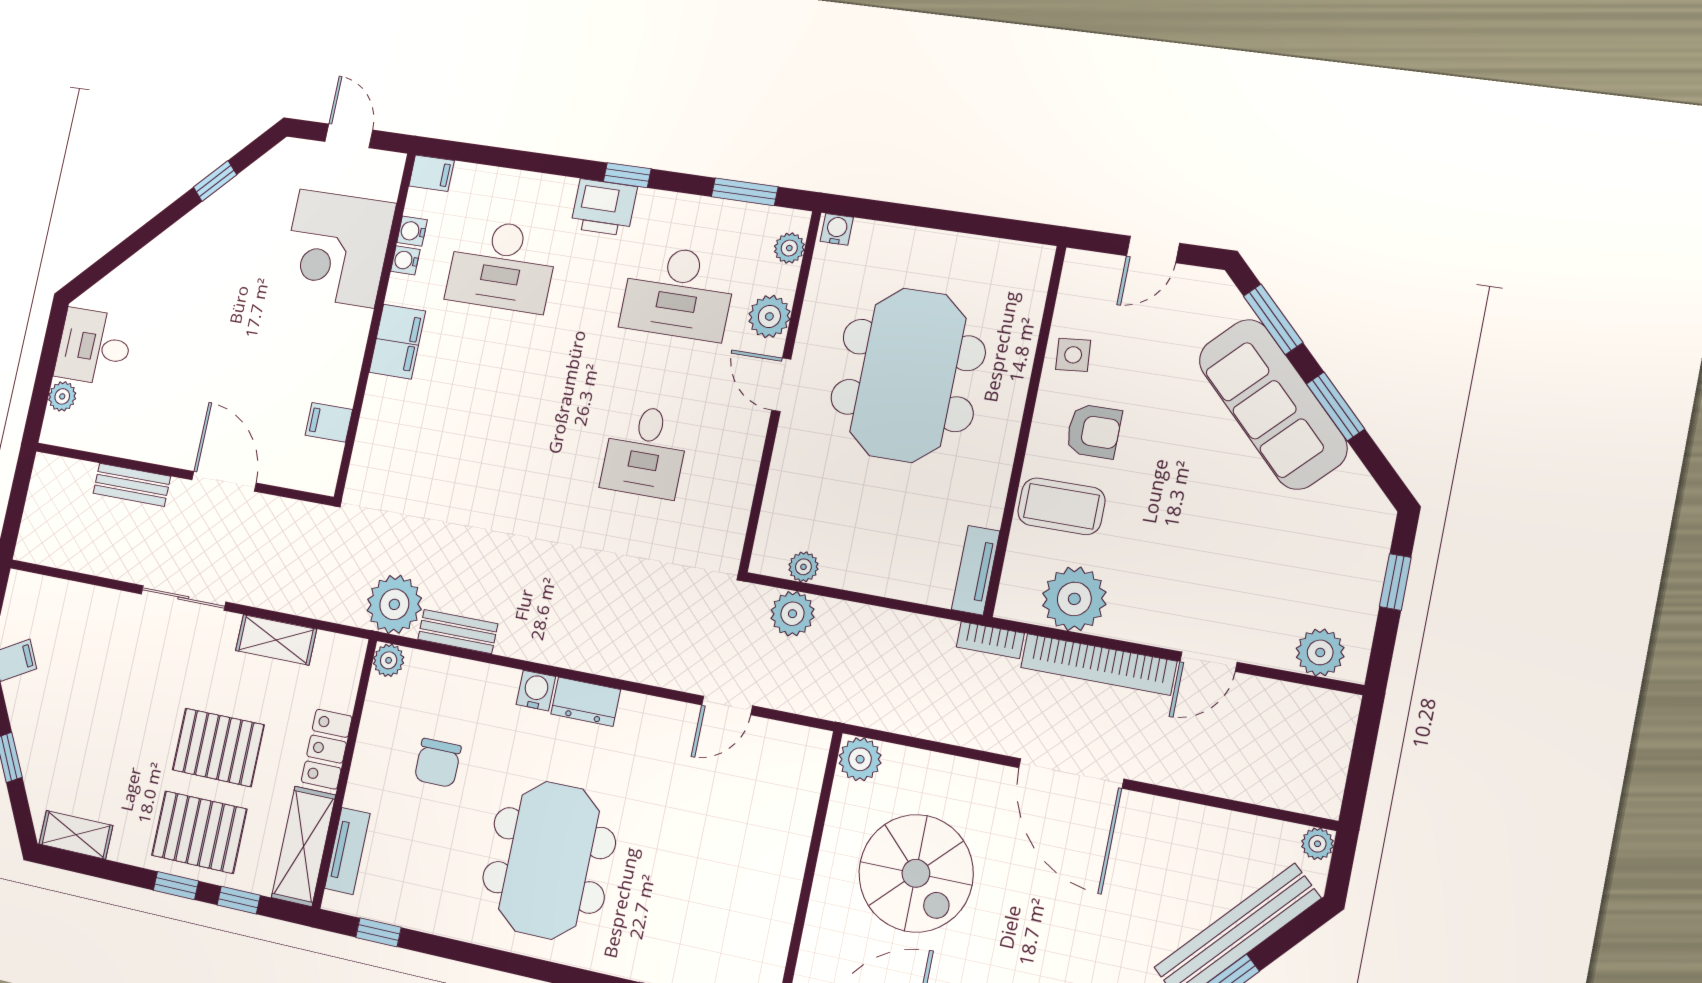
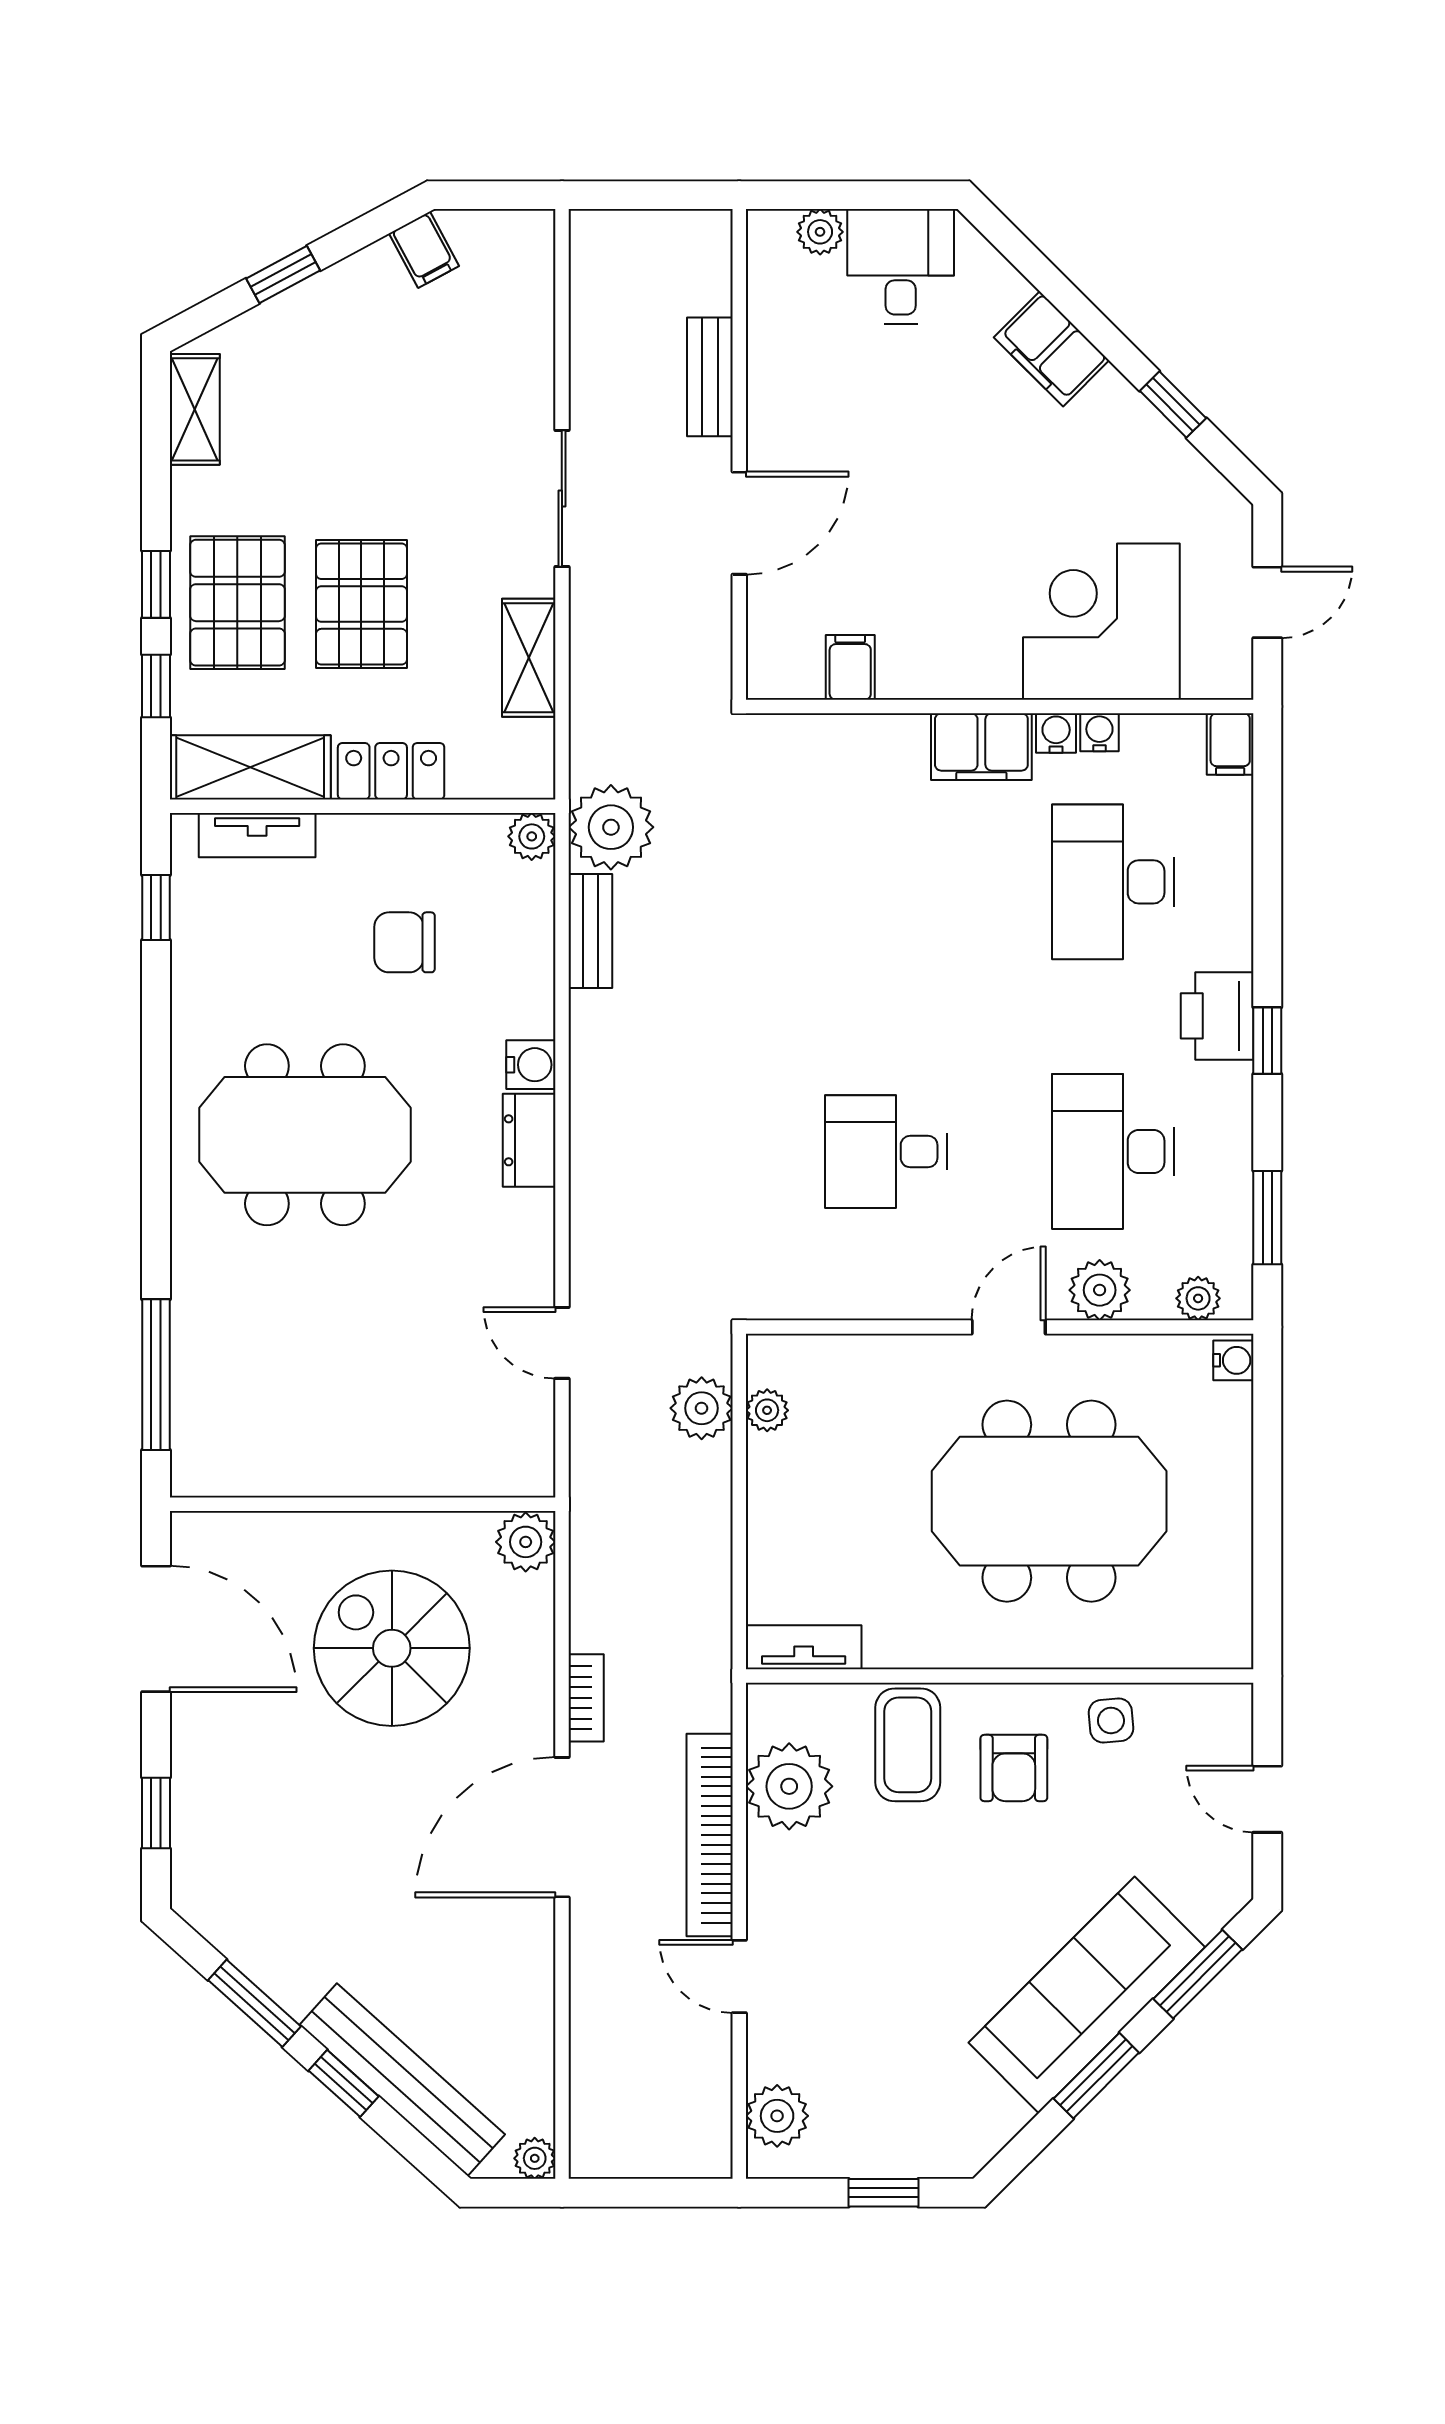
water cooler: (412, 231) -> (1056, 733), moved
filing cabinet: (164, 256) -> (1051, 349), added
bookcase: (990, 640) -> (586, 1698), moved, turned 180
spiral stairs: (916, 873) -> (392, 1648), turned 90

